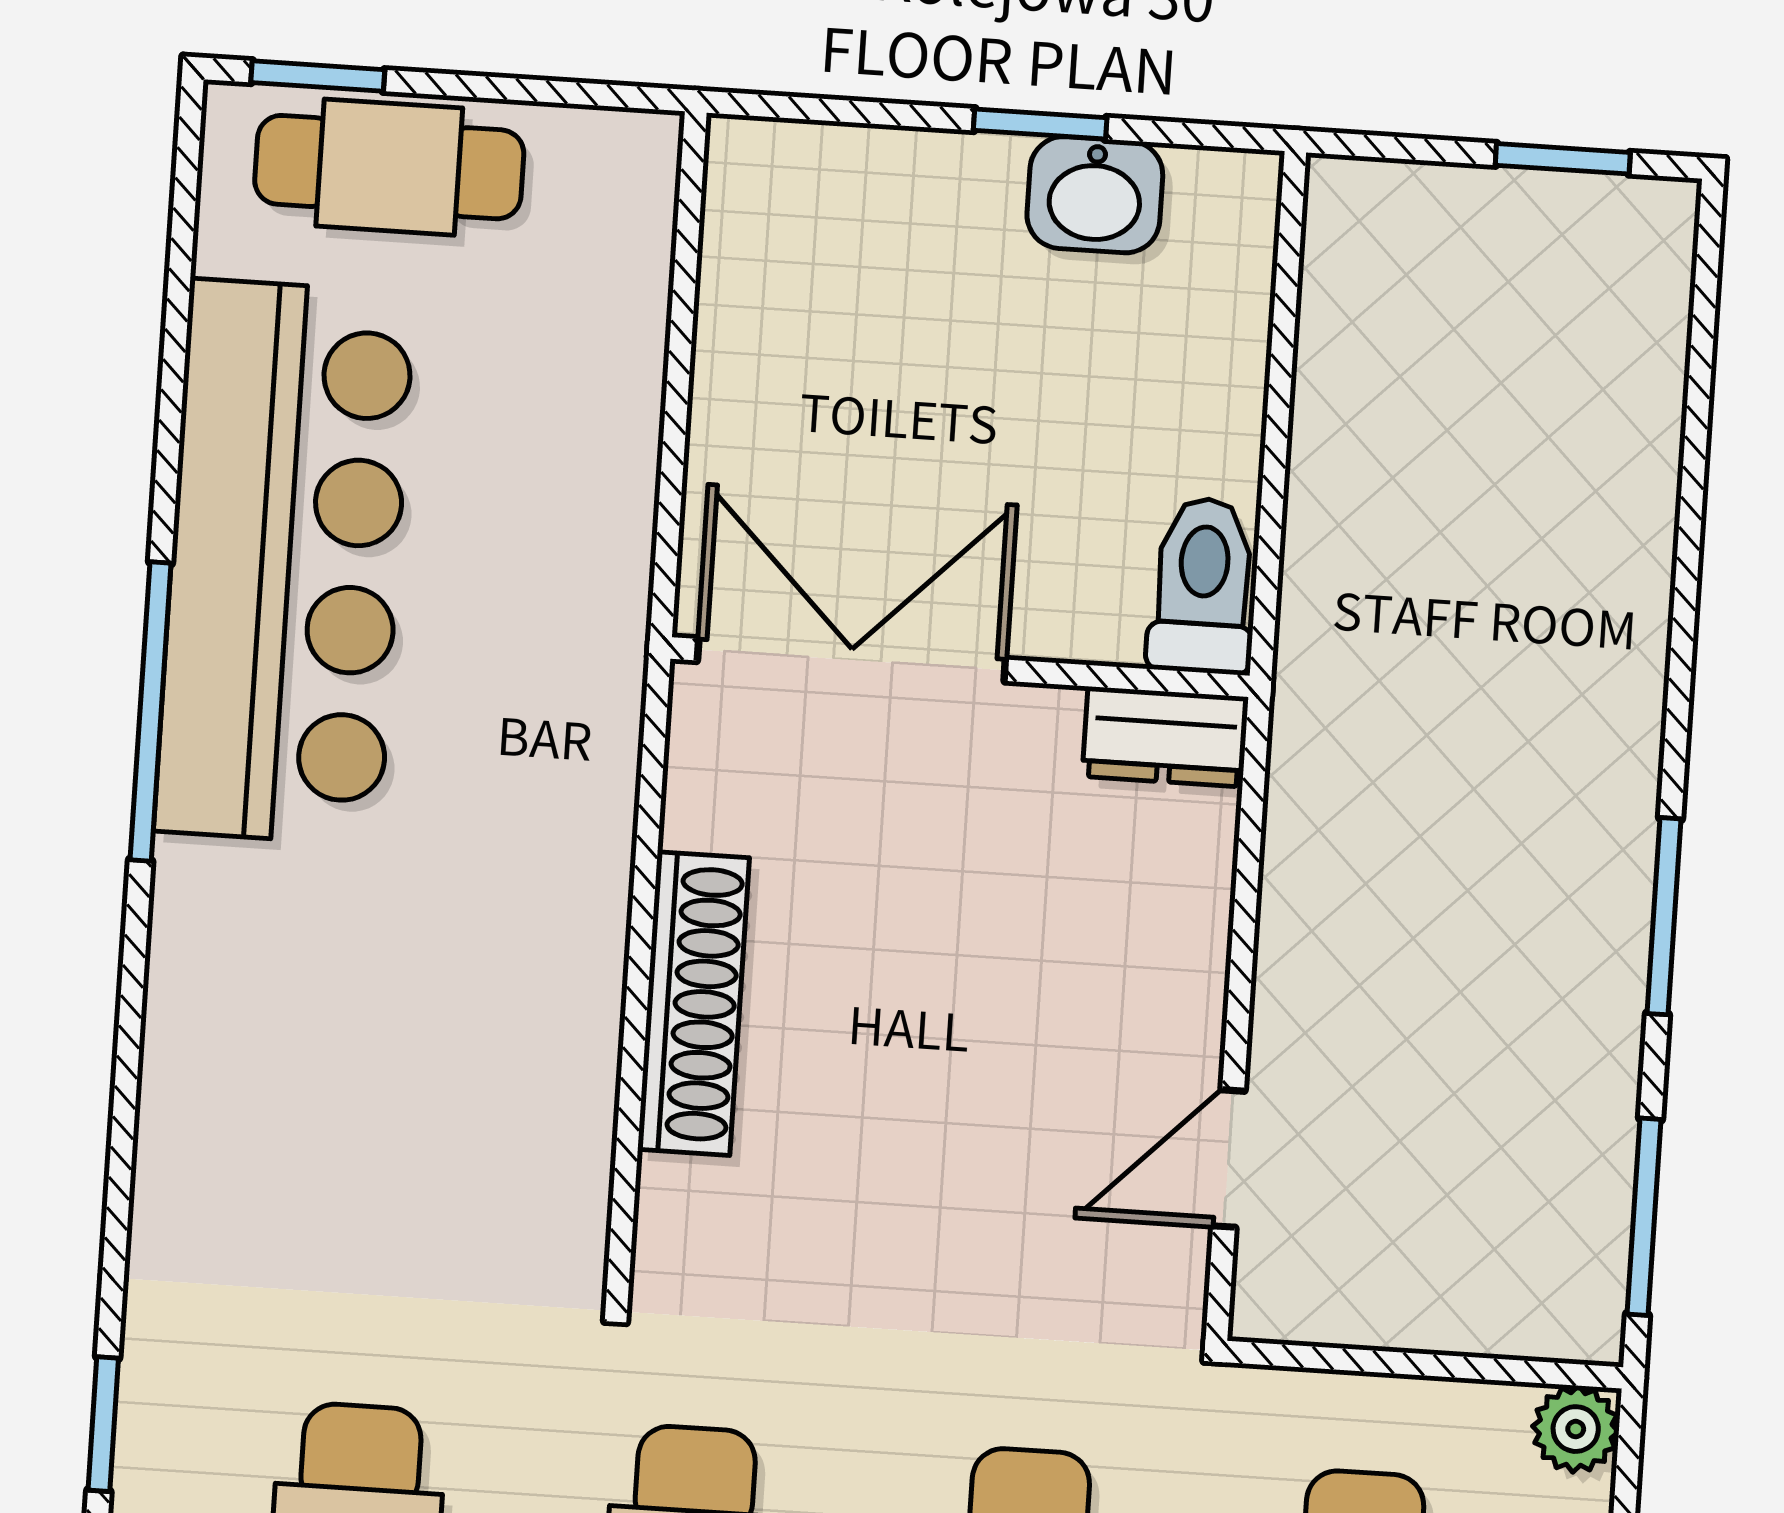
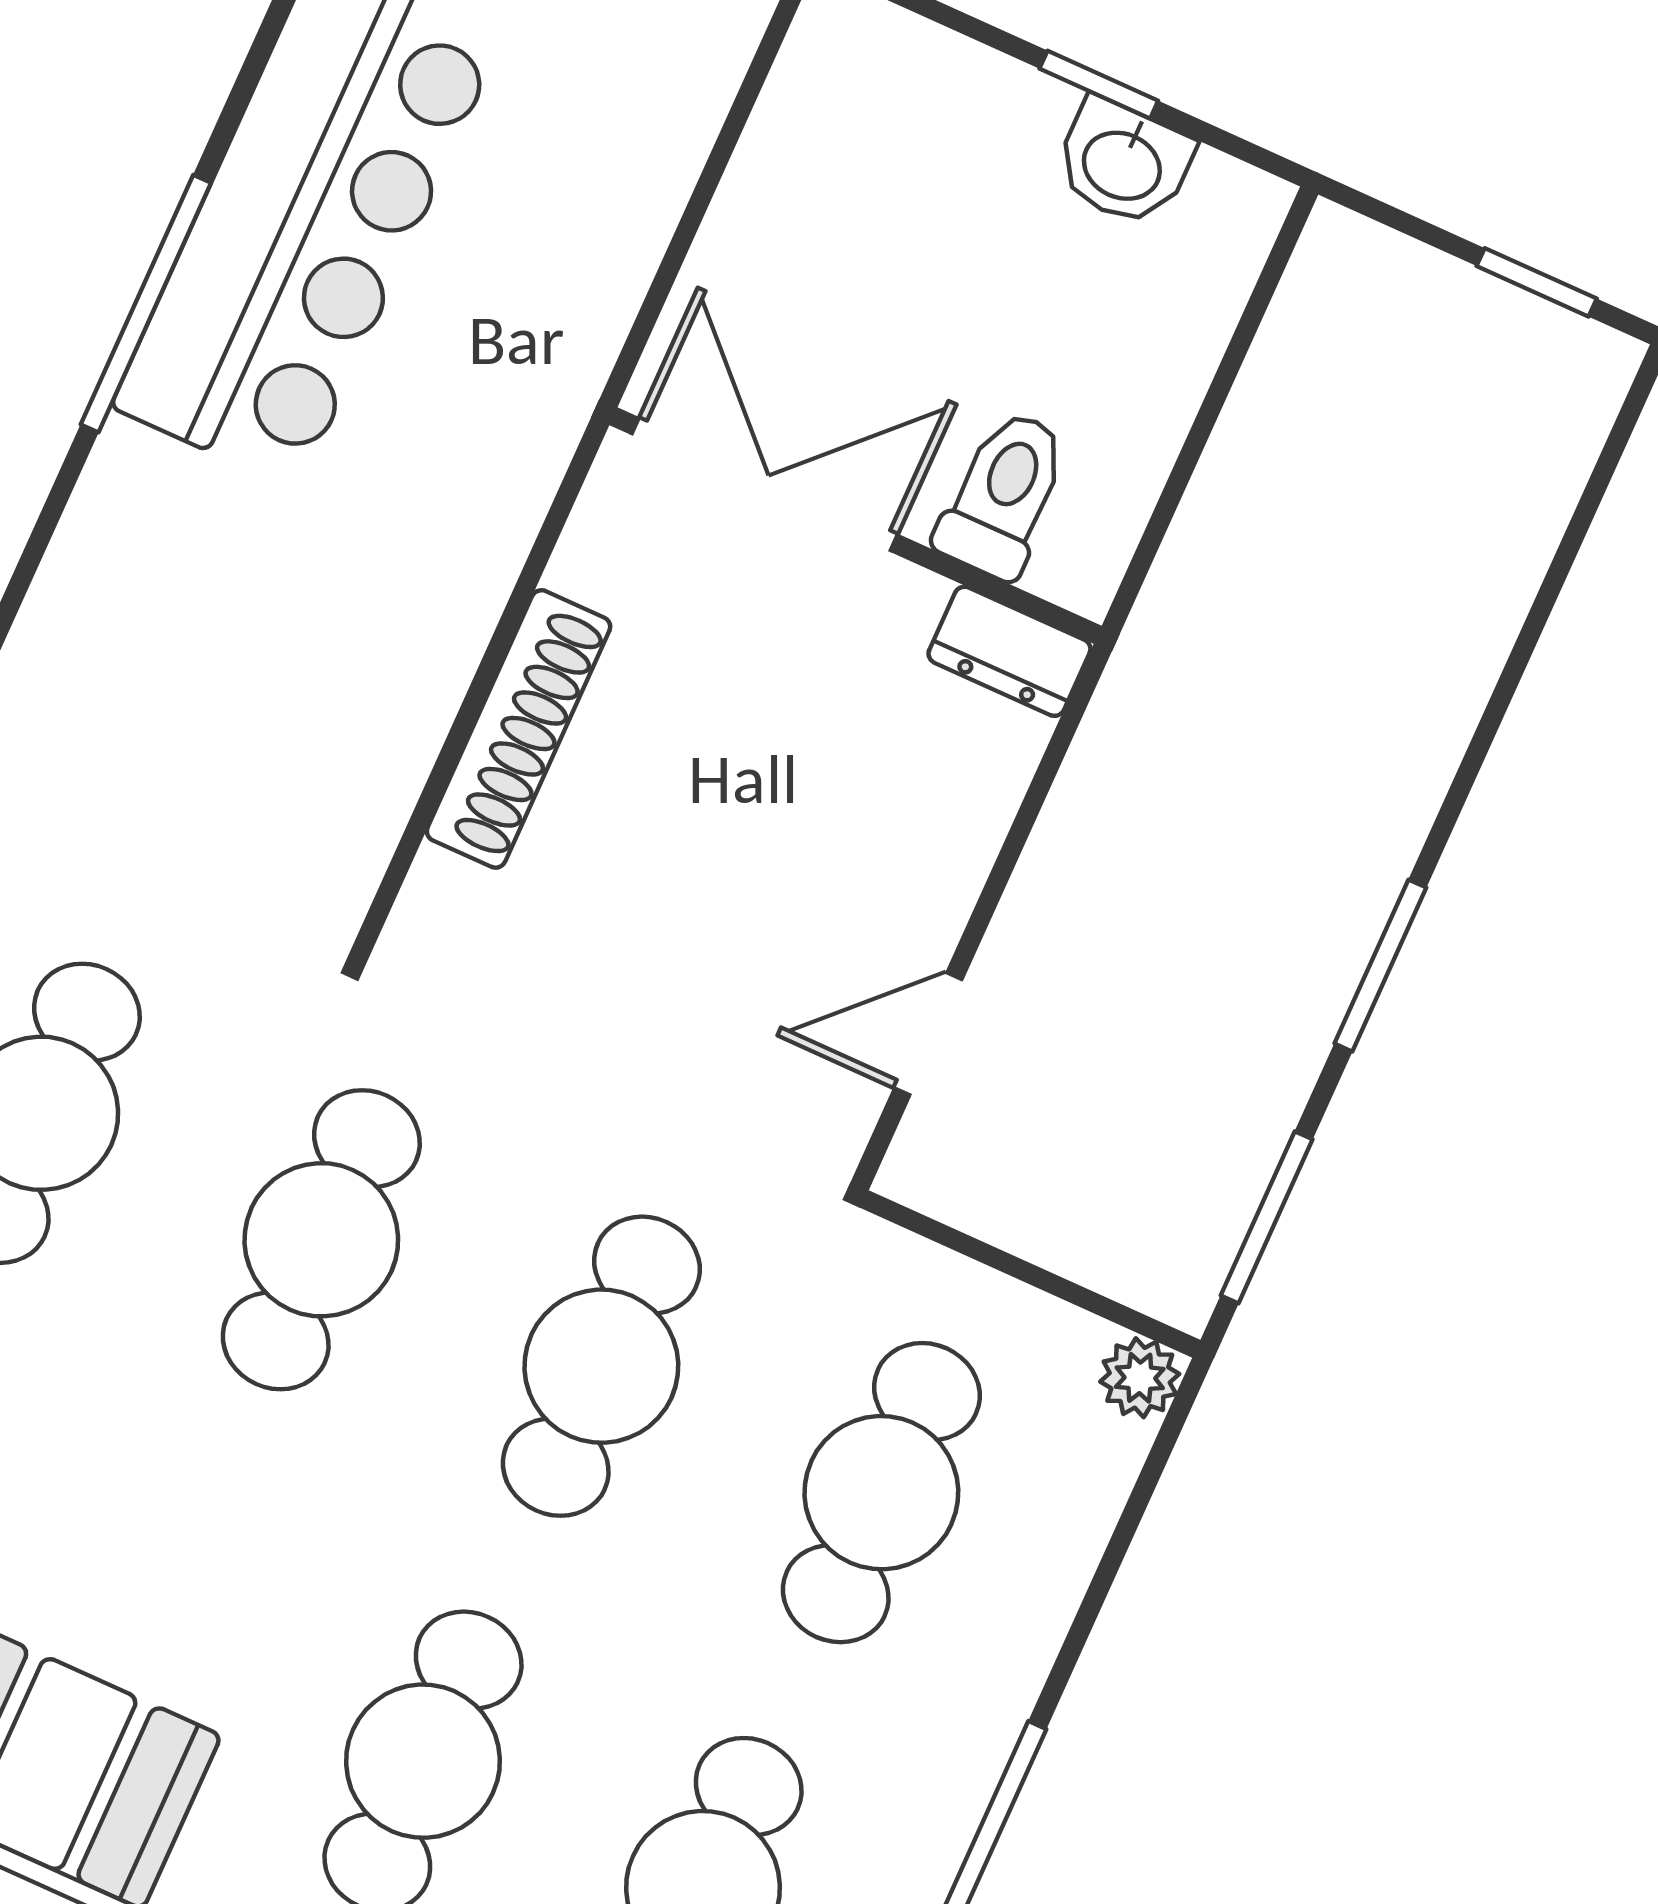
toilet: (1203, 586) -> (1004, 494), moved

